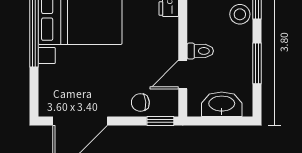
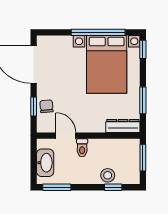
window: (257, 63) -> (57, 187), moved
window: (160, 121) -> (34, 107), moved

